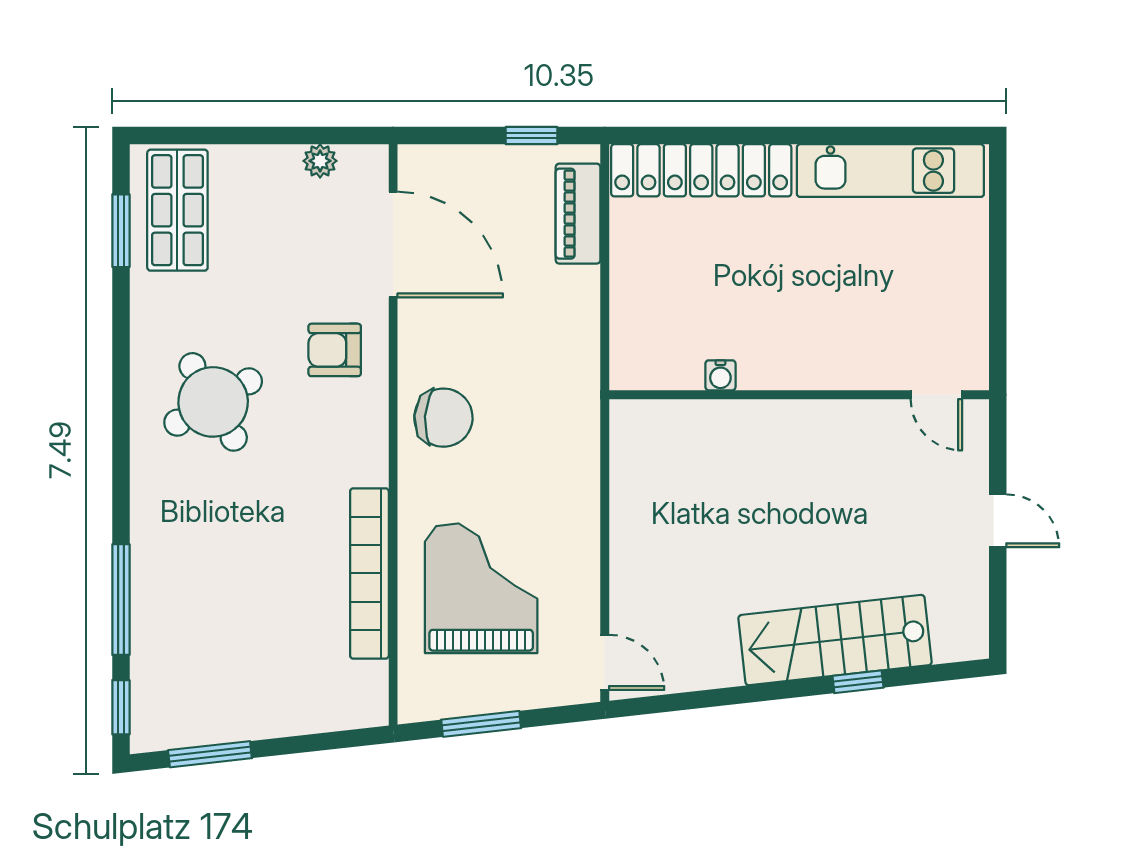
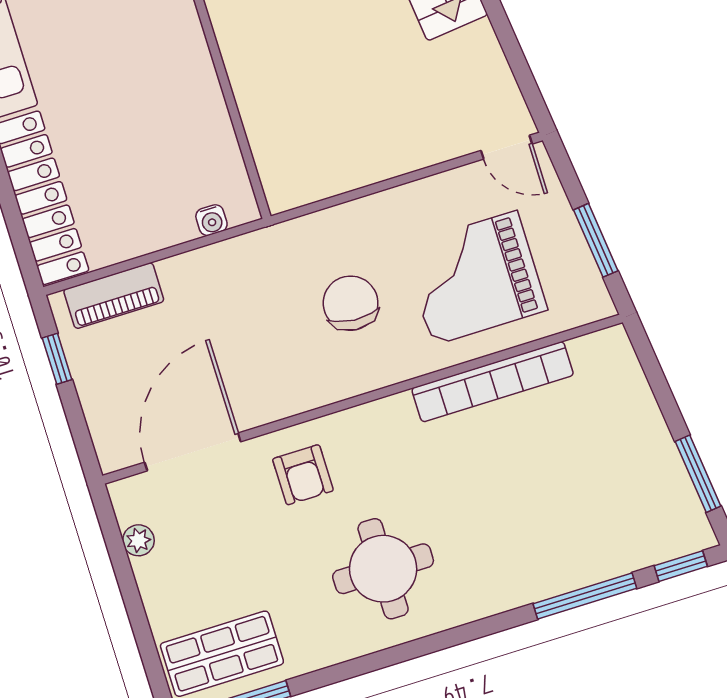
water cooler: (720, 375) -> (211, 220), moved, turned 90
round table: (213, 402) -> (383, 569), turned 30
chair: (443, 418) -> (351, 303), moved
door: (605, 662) -> (507, 147), swing flipped

